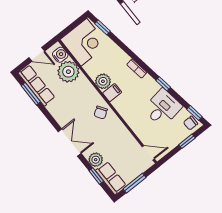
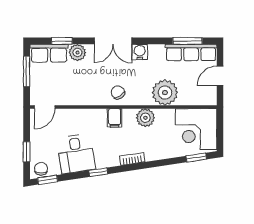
water cooler: (60, 55) -> (140, 52), moved, turned 180
plant: (68, 72) -> (165, 93), moved
filing cabinet: (112, 93) -> (115, 118), moved

